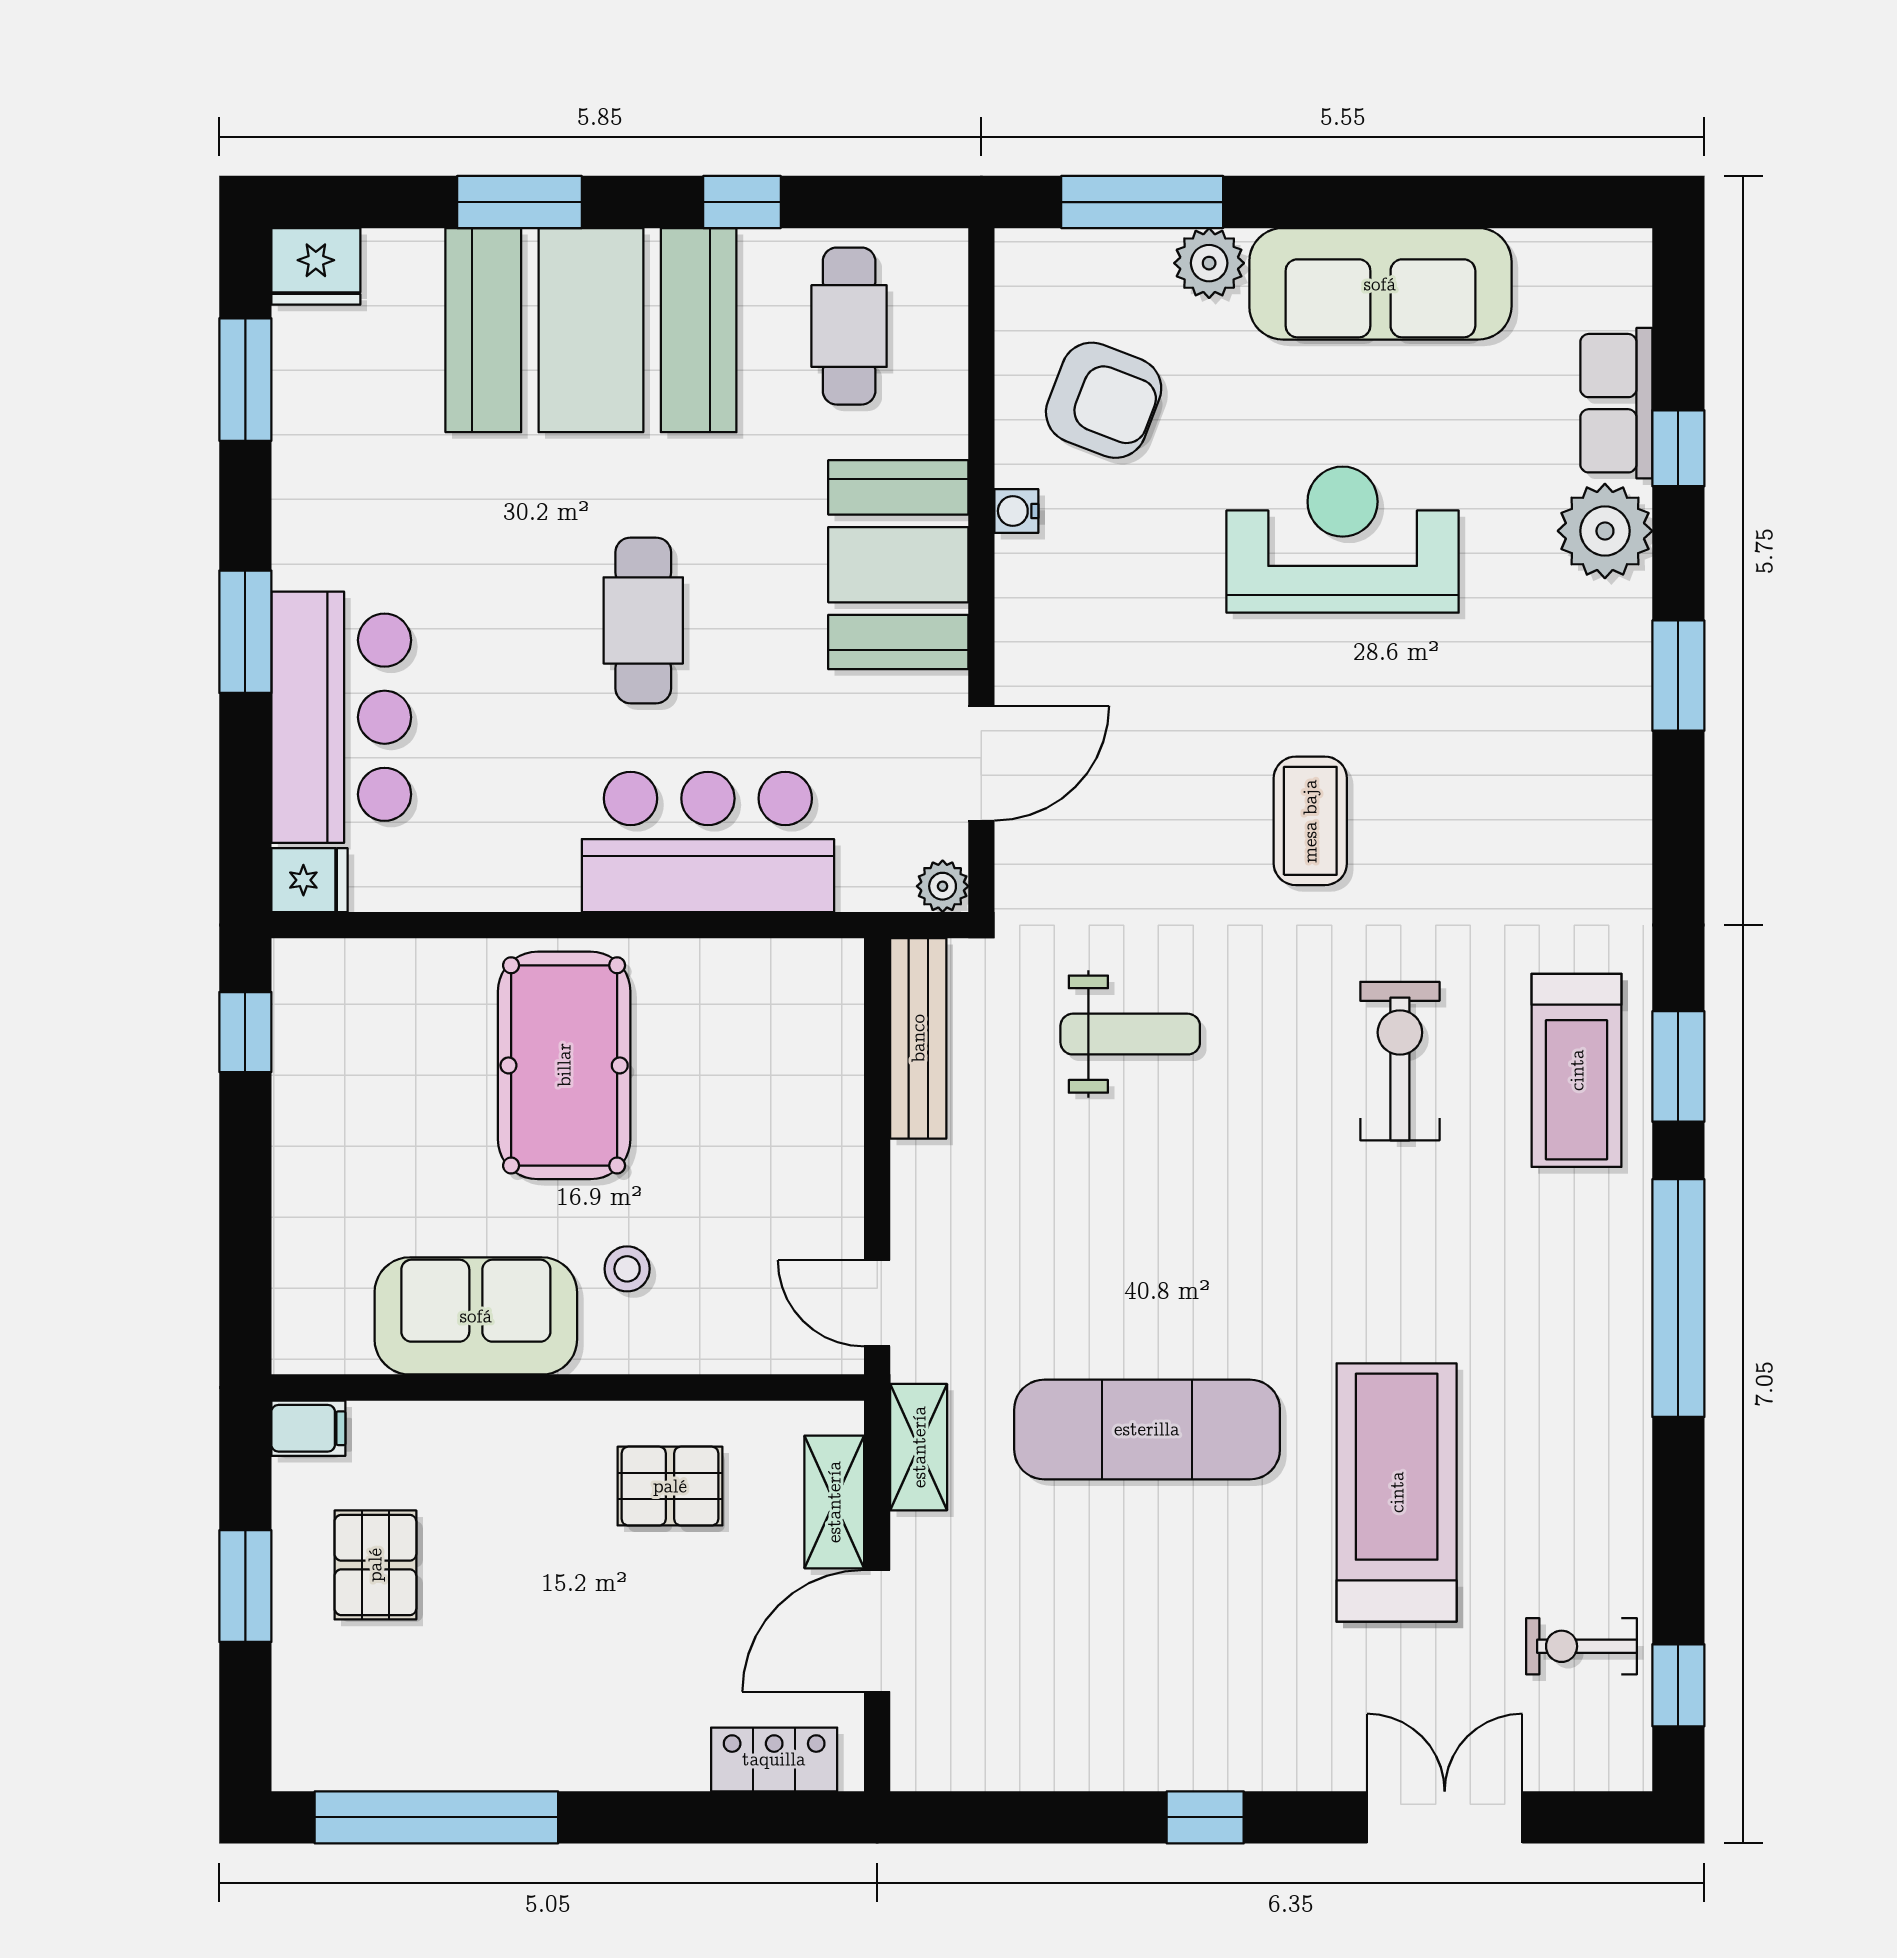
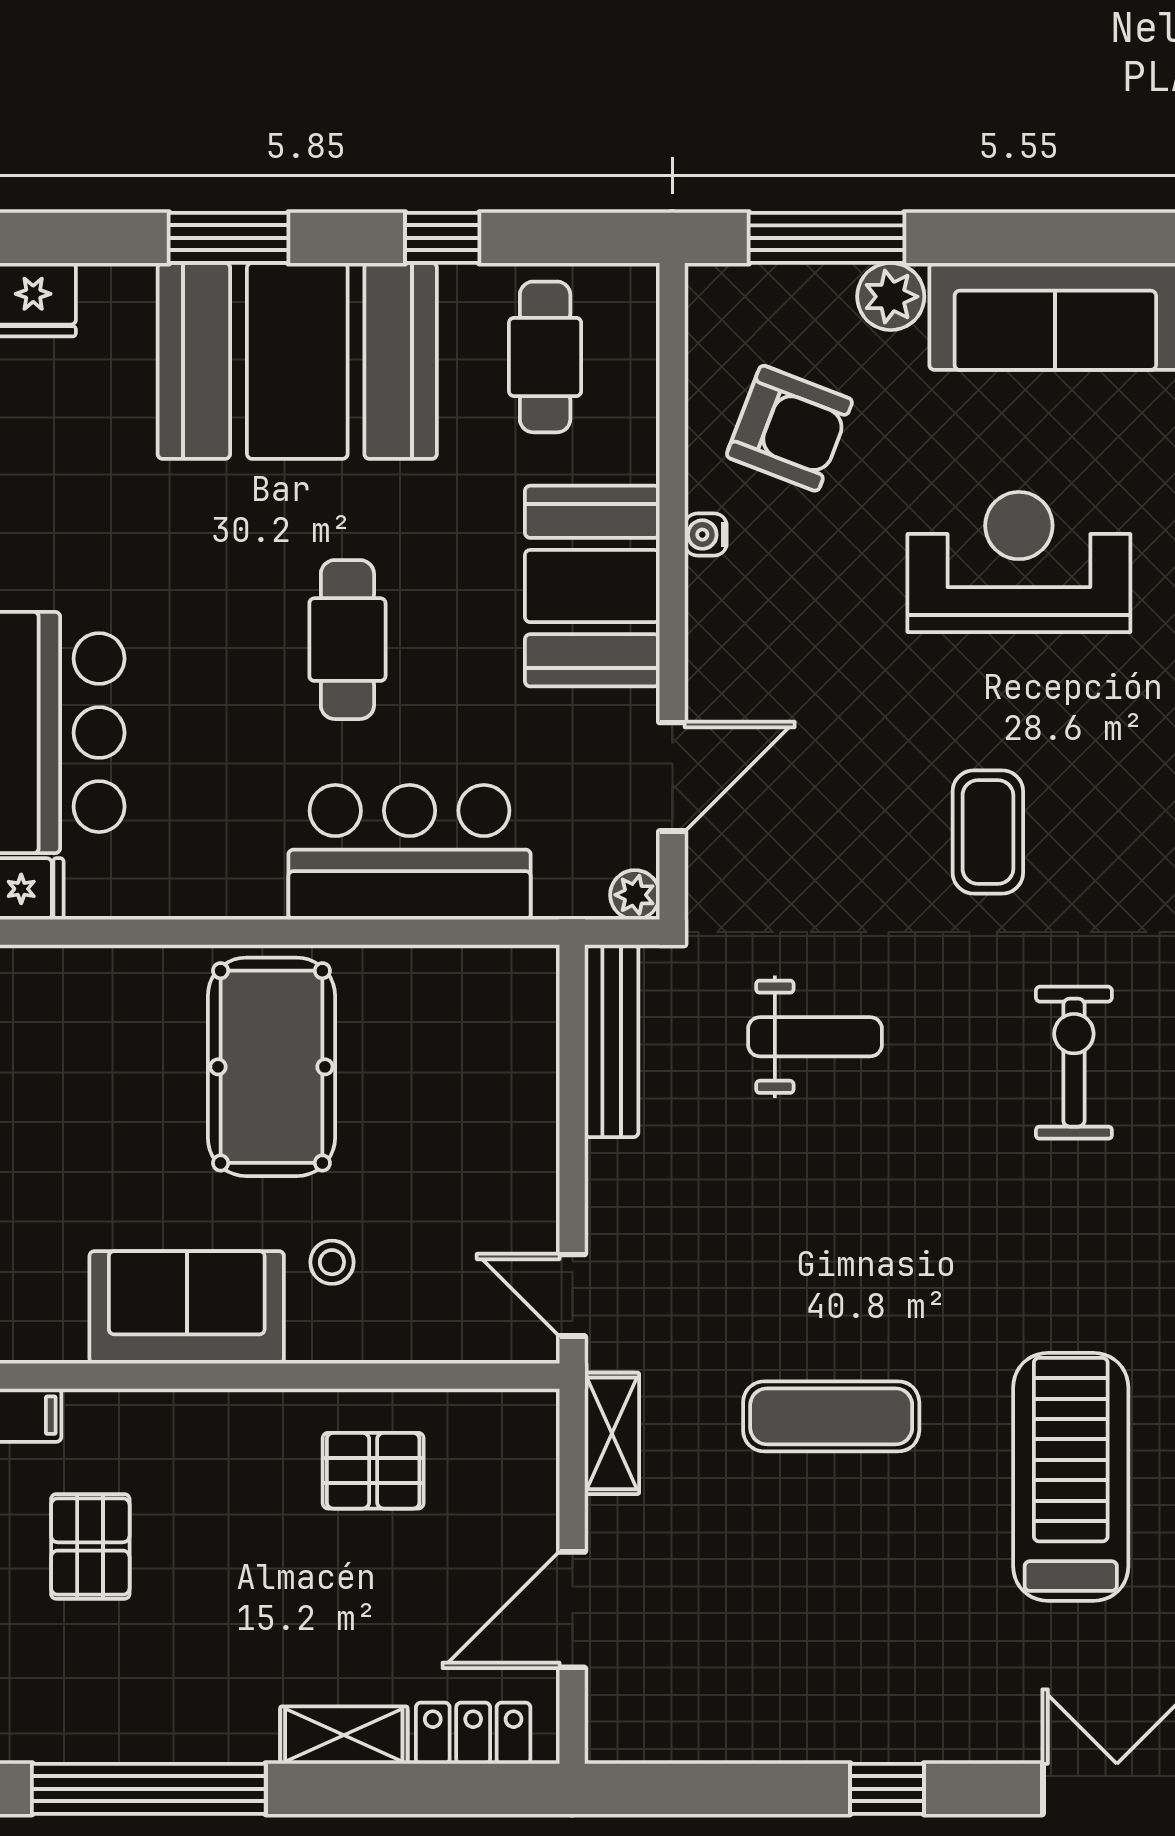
exercise mat: (1147, 1429) -> (831, 1416), width x0.73, depth x0.69
shelving: (834, 1502) -> (344, 1735), moved, turned 90

